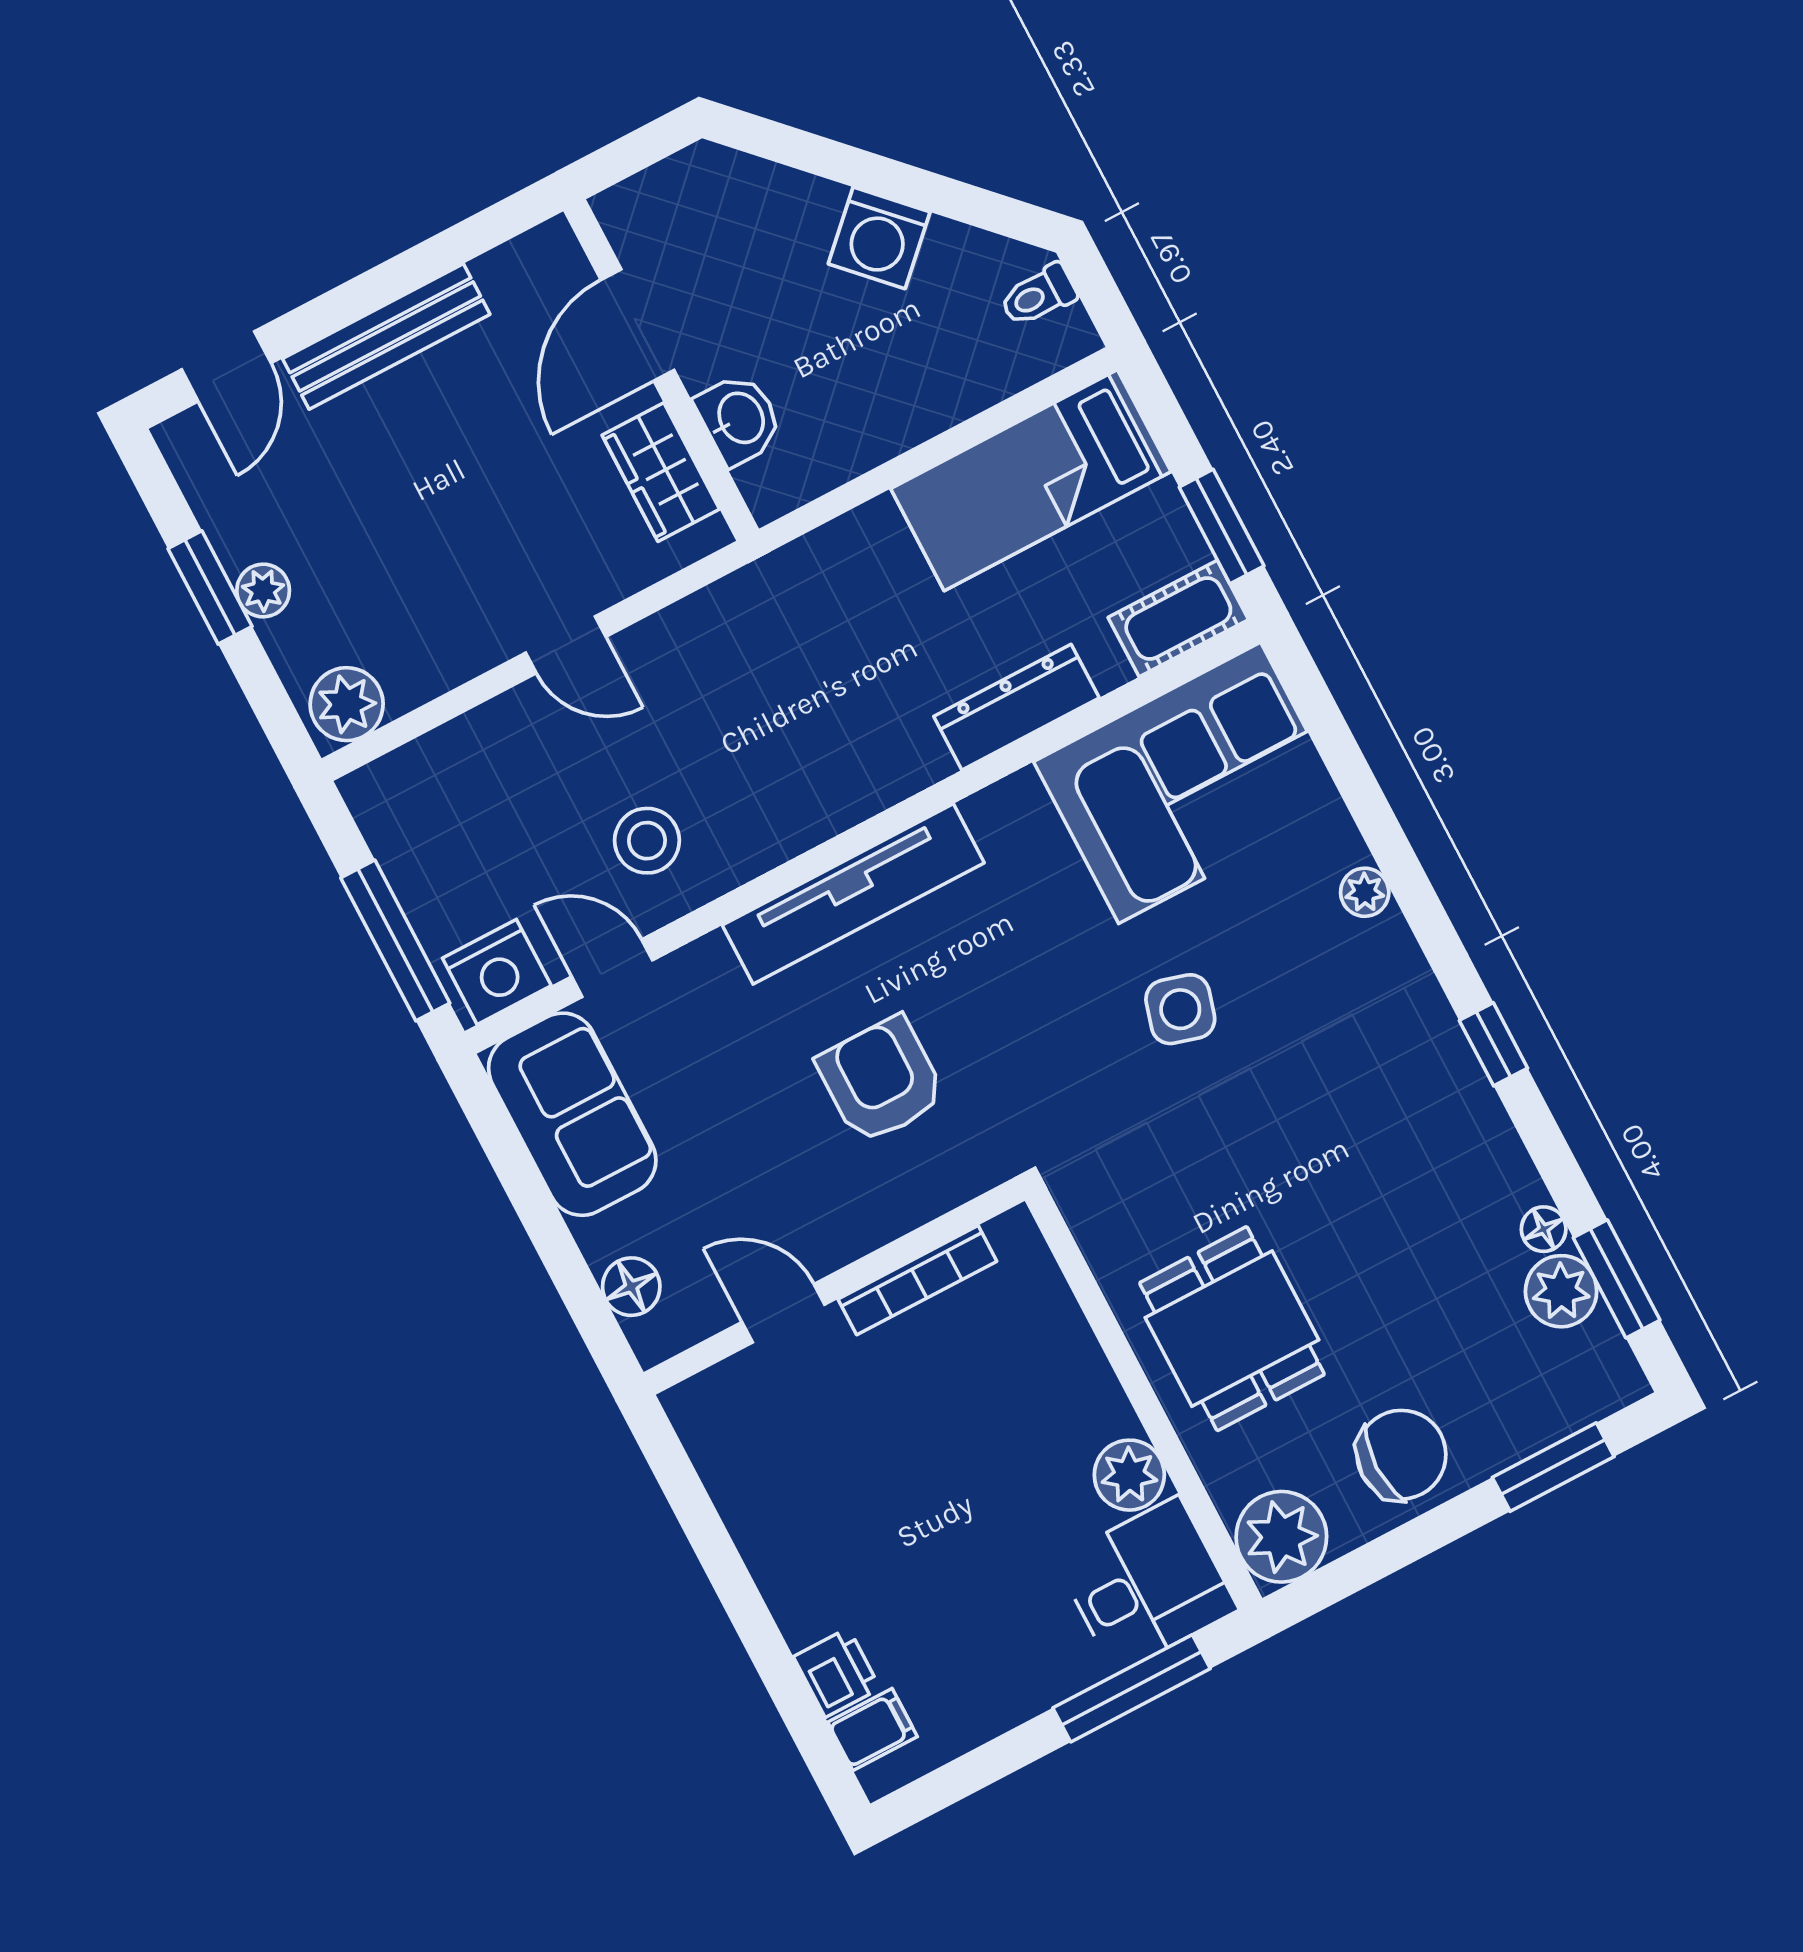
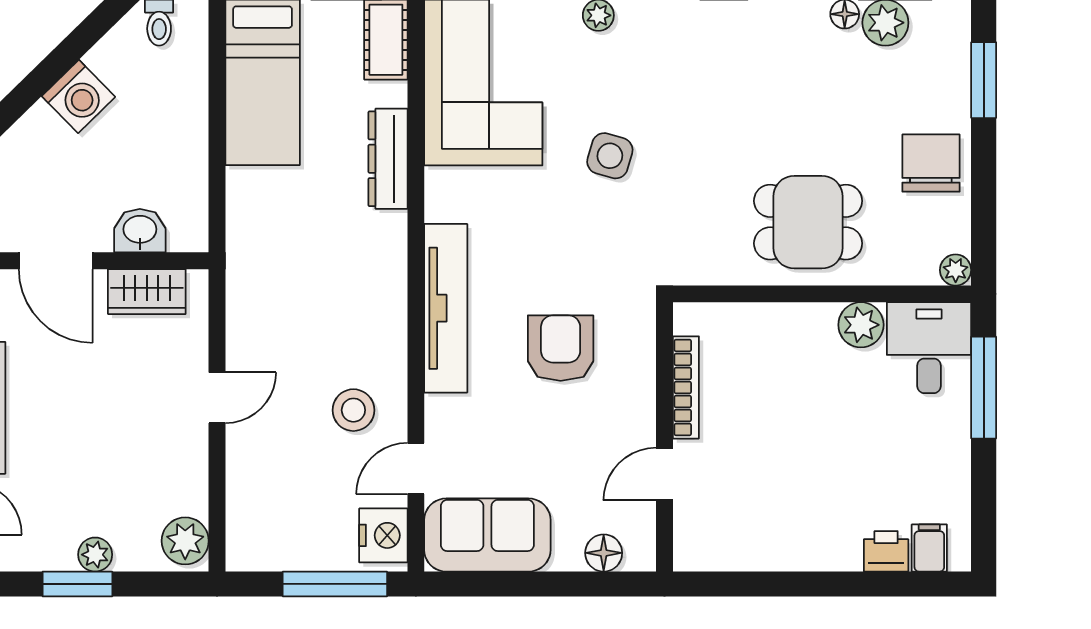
armchair: (881, 1080) -> (561, 348), turned 90
plant: (1281, 1537) -> (956, 270), width x0.53, depth x0.53

